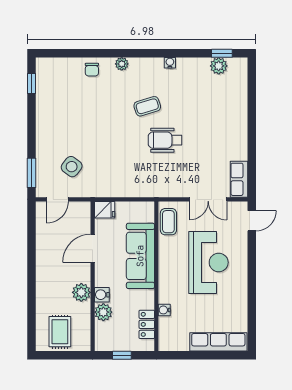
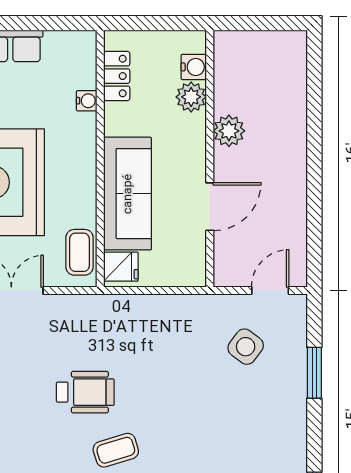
window: (31, 173) -> (314, 373), moved
fridge: (105, 210) -> (121, 267), moved, turned 180
water cooler: (102, 295) -> (194, 67), moved
rug: (60, 332) -> (266, 64), removed
window: (122, 355) -> (159, 23), removed

